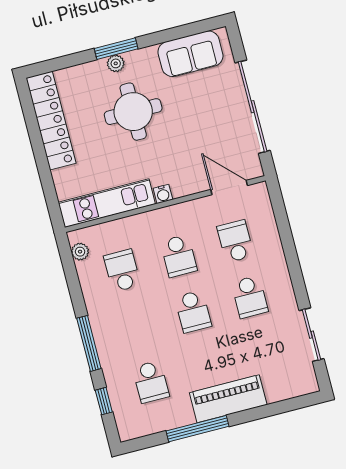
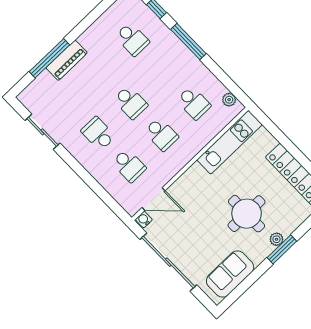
water cooler: (163, 194) -> (144, 220), moved
school desk: (179, 256) -> (161, 134), turned 180
school desk: (193, 312) -> (131, 102), turned 180
school desk: (151, 382) -> (132, 39), turned 180
piano: (228, 399) -> (67, 60), width x0.73, depth x0.75
window: (197, 429) -> (49, 58), moved

